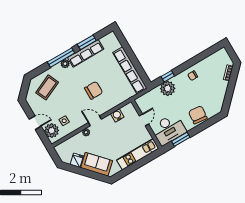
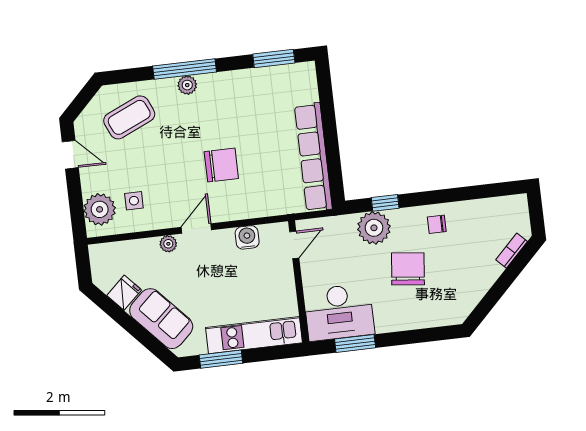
window: (87, 42) -> (274, 58), moved
row of seats: (86, 53) -> (238, 82), removed
chair: (198, 115) -> (408, 269), moved
door: (144, 120) -> (294, 245), moved
door: (95, 121) -> (196, 229), hinge flipped
door: (35, 123) -> (70, 155), moved
window: (129, 170) -> (221, 359), added

